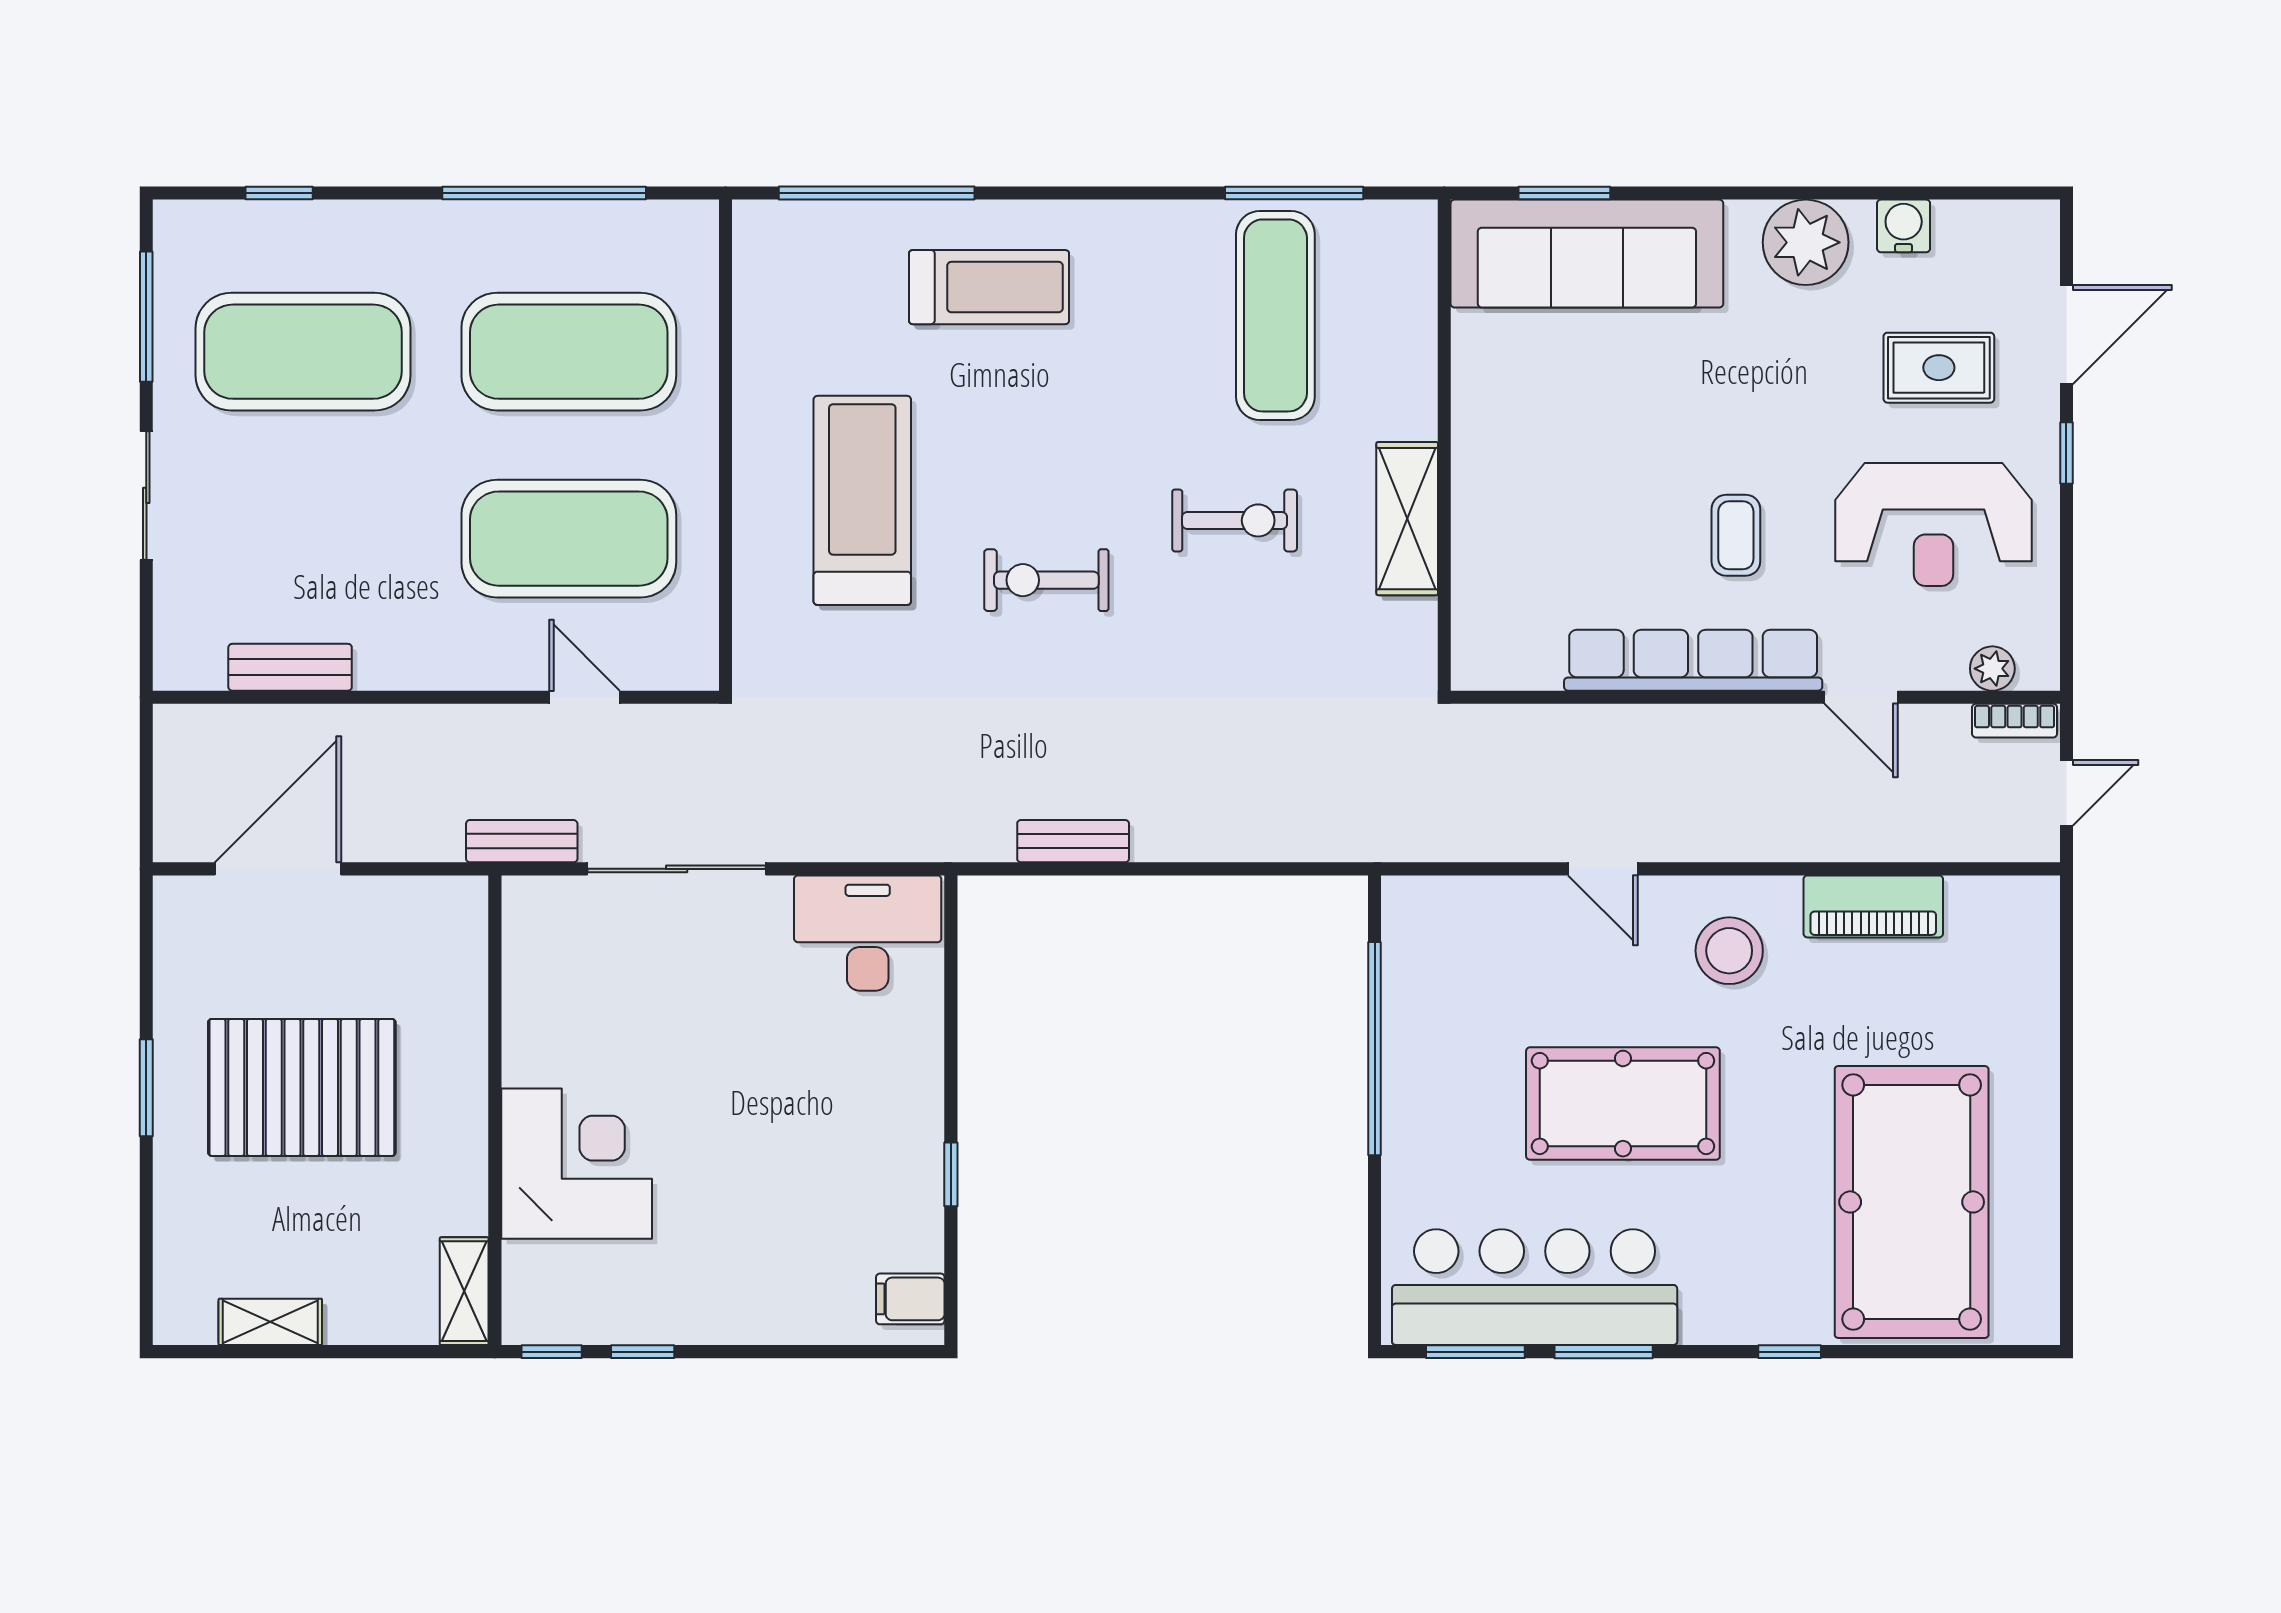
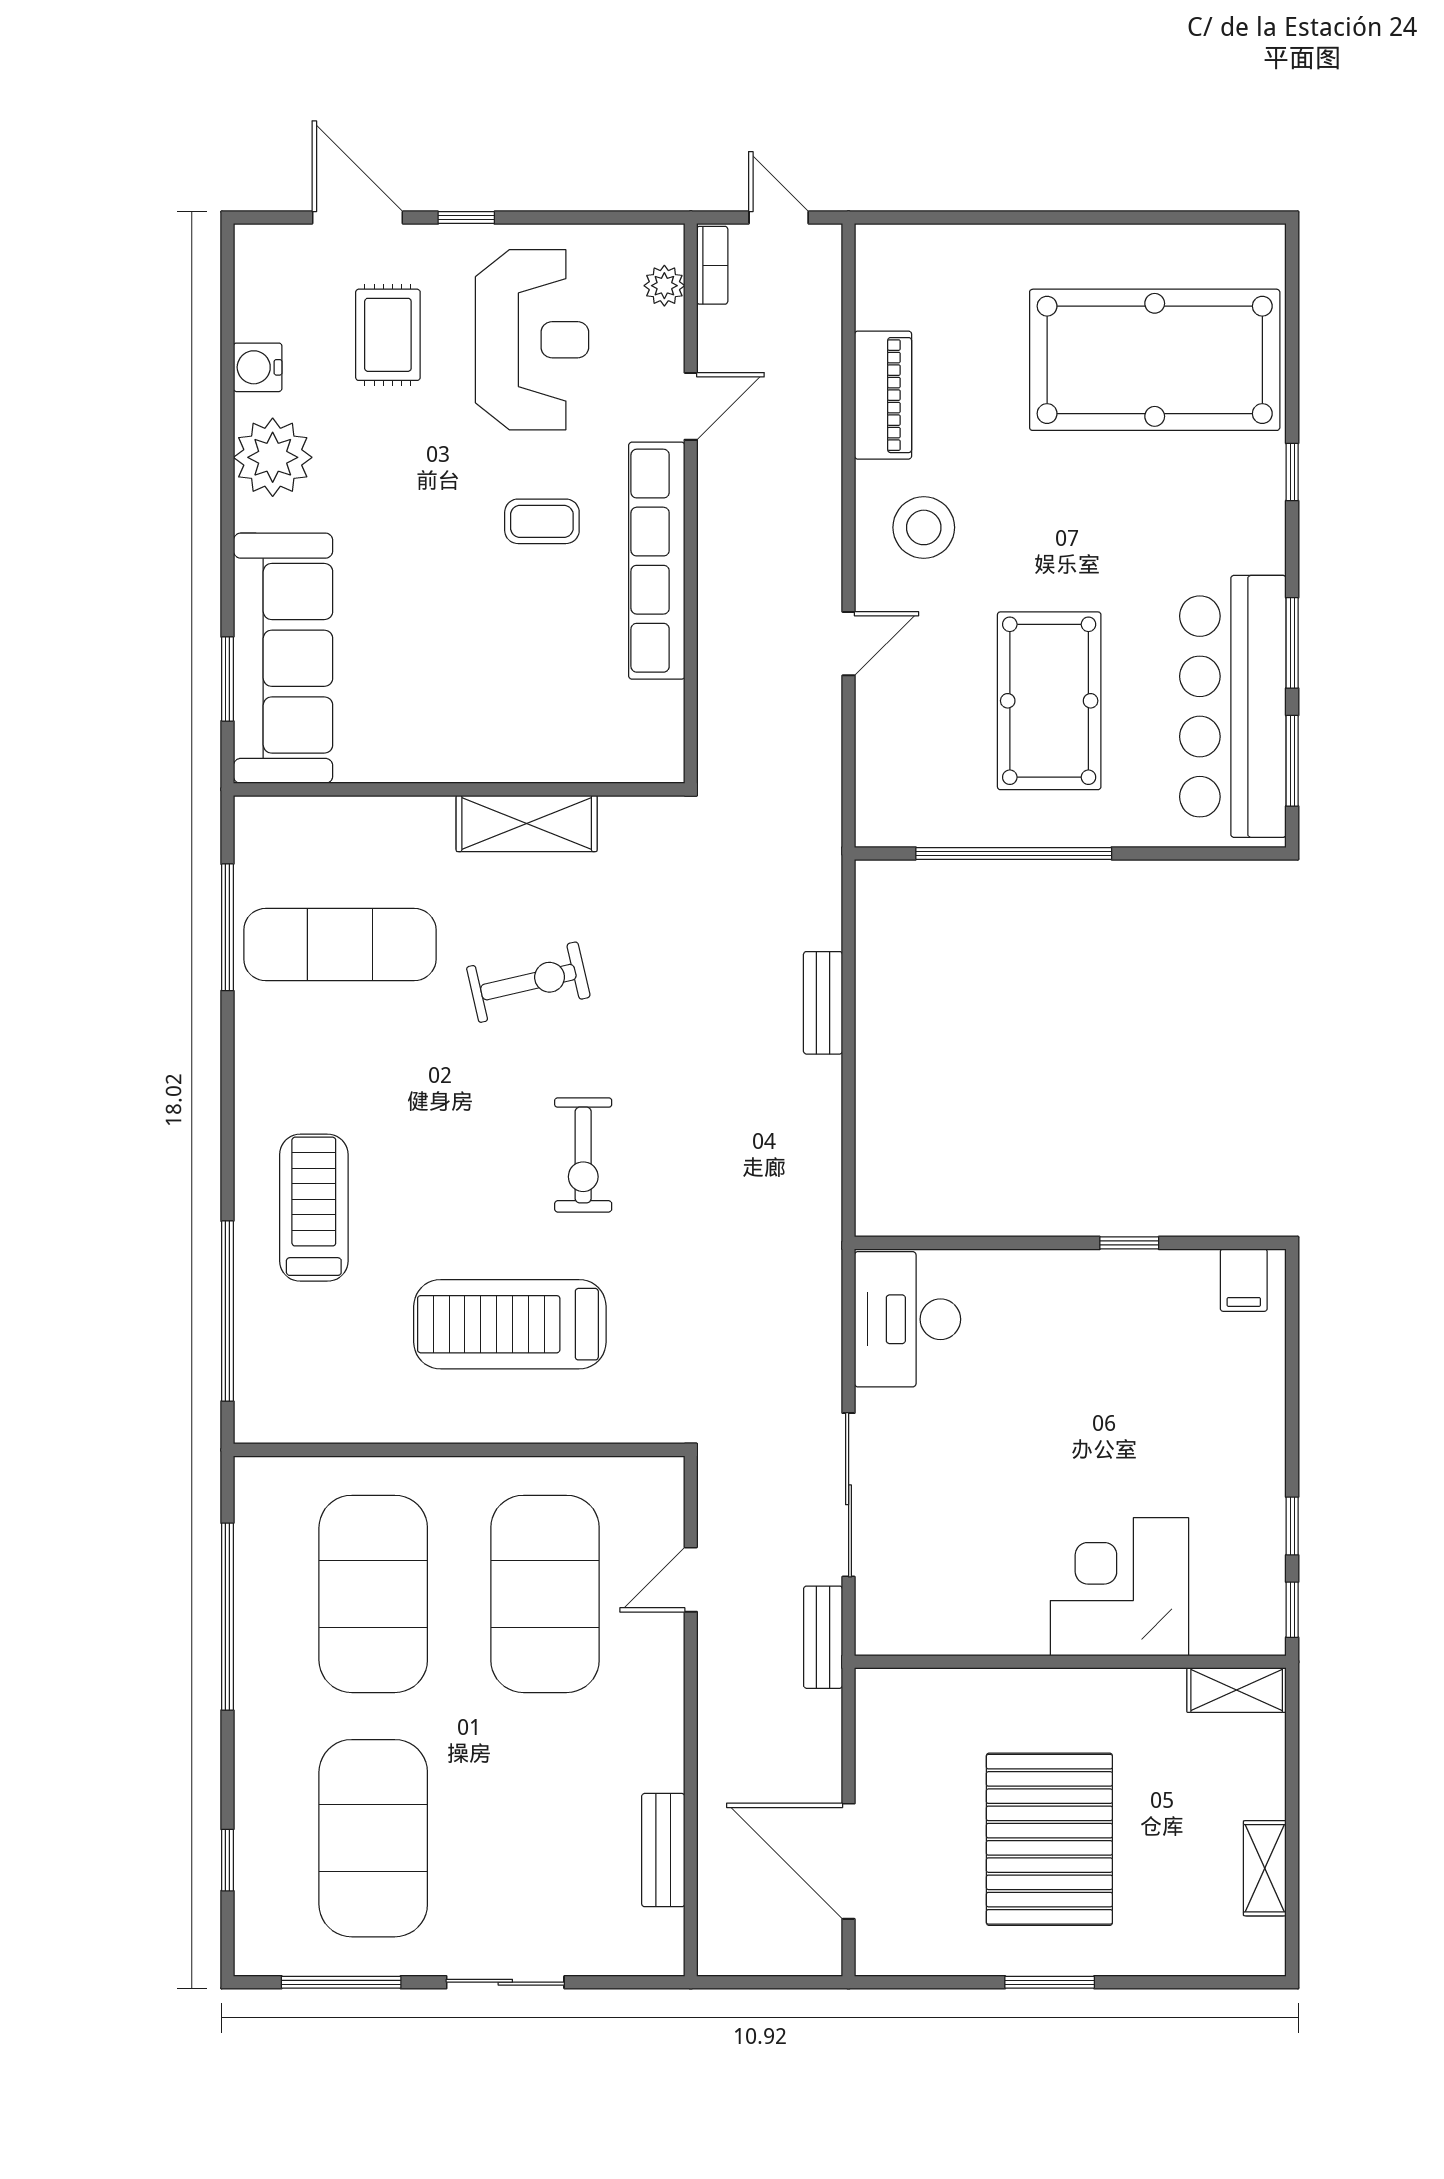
exercise bike: (1235, 520) -> (528, 982), turned 77
bench: (1073, 841) -> (823, 1003), moved
pool table: (1623, 1104) -> (1049, 701), moved

